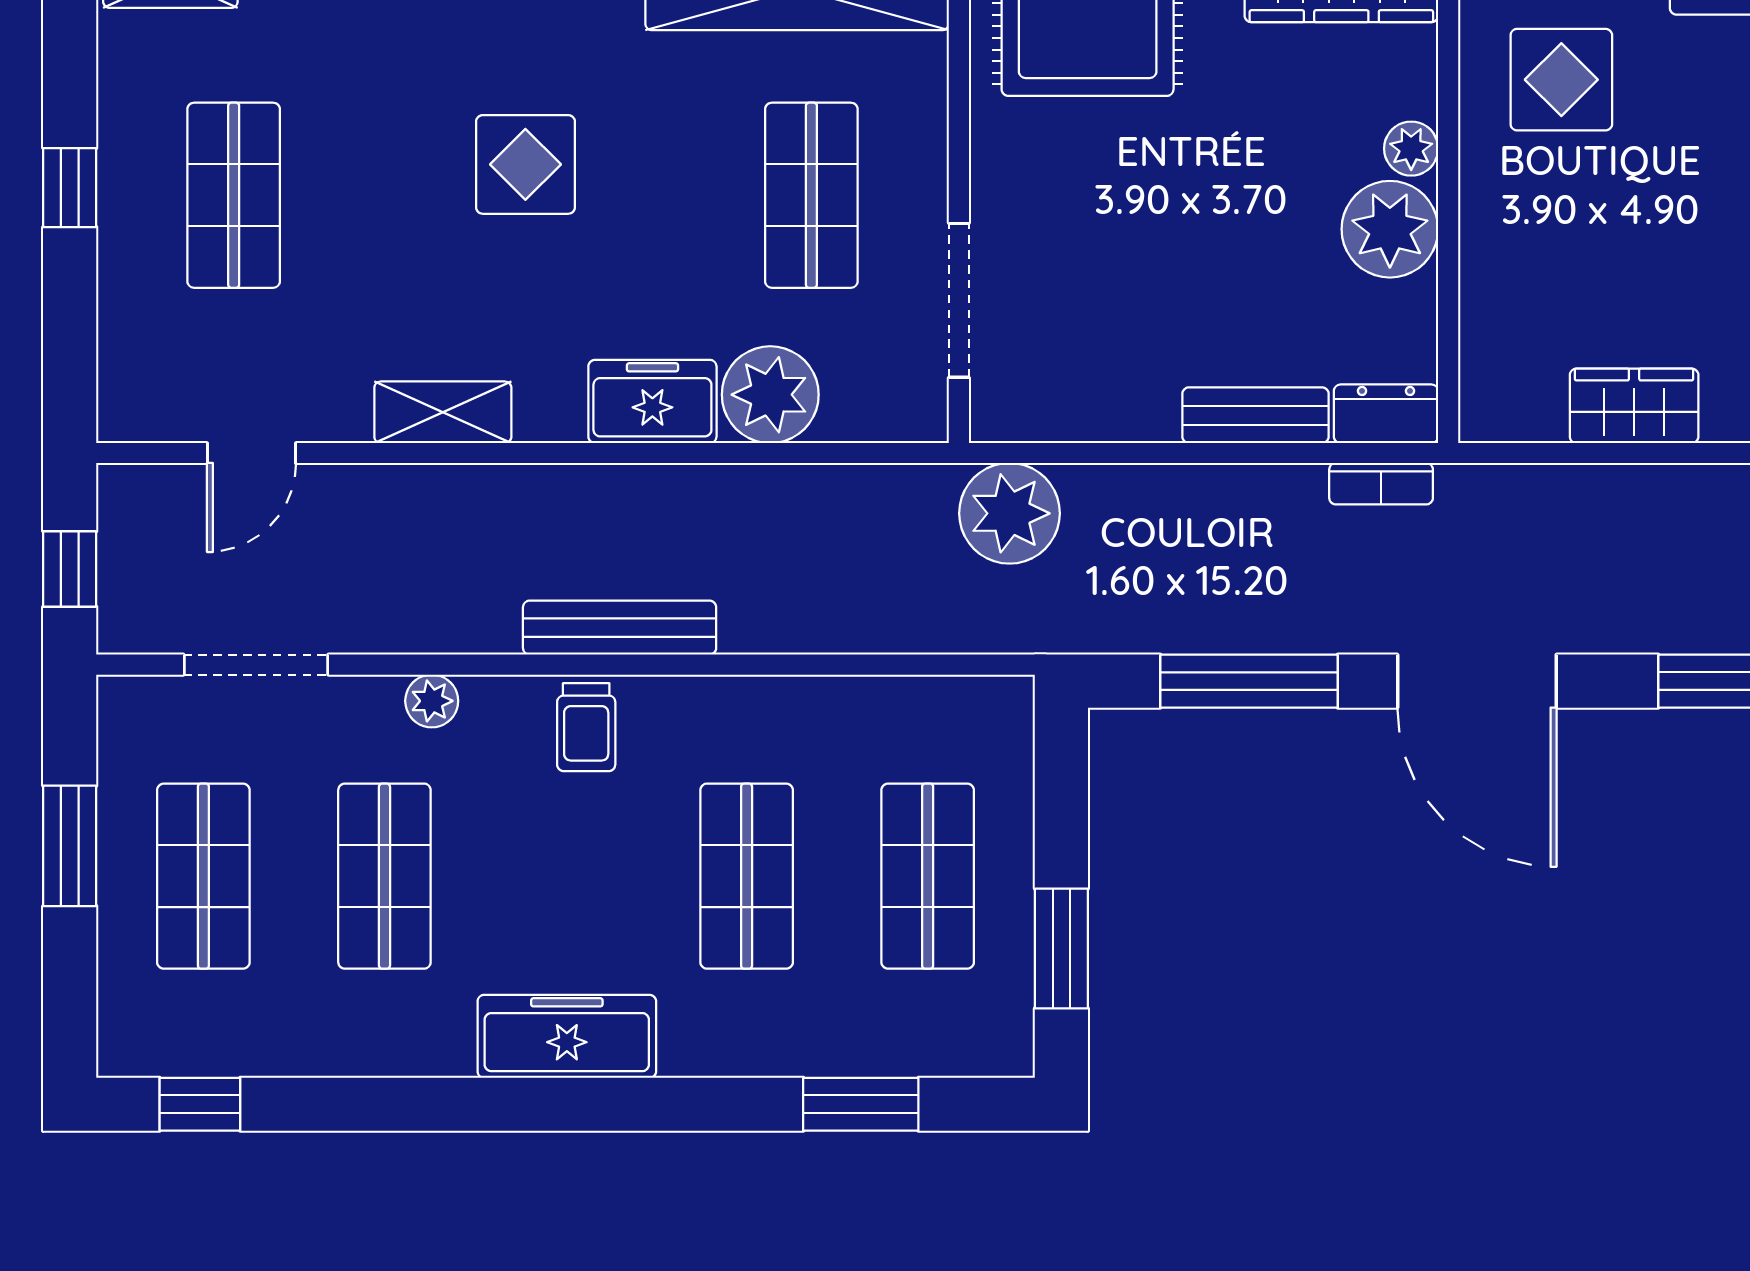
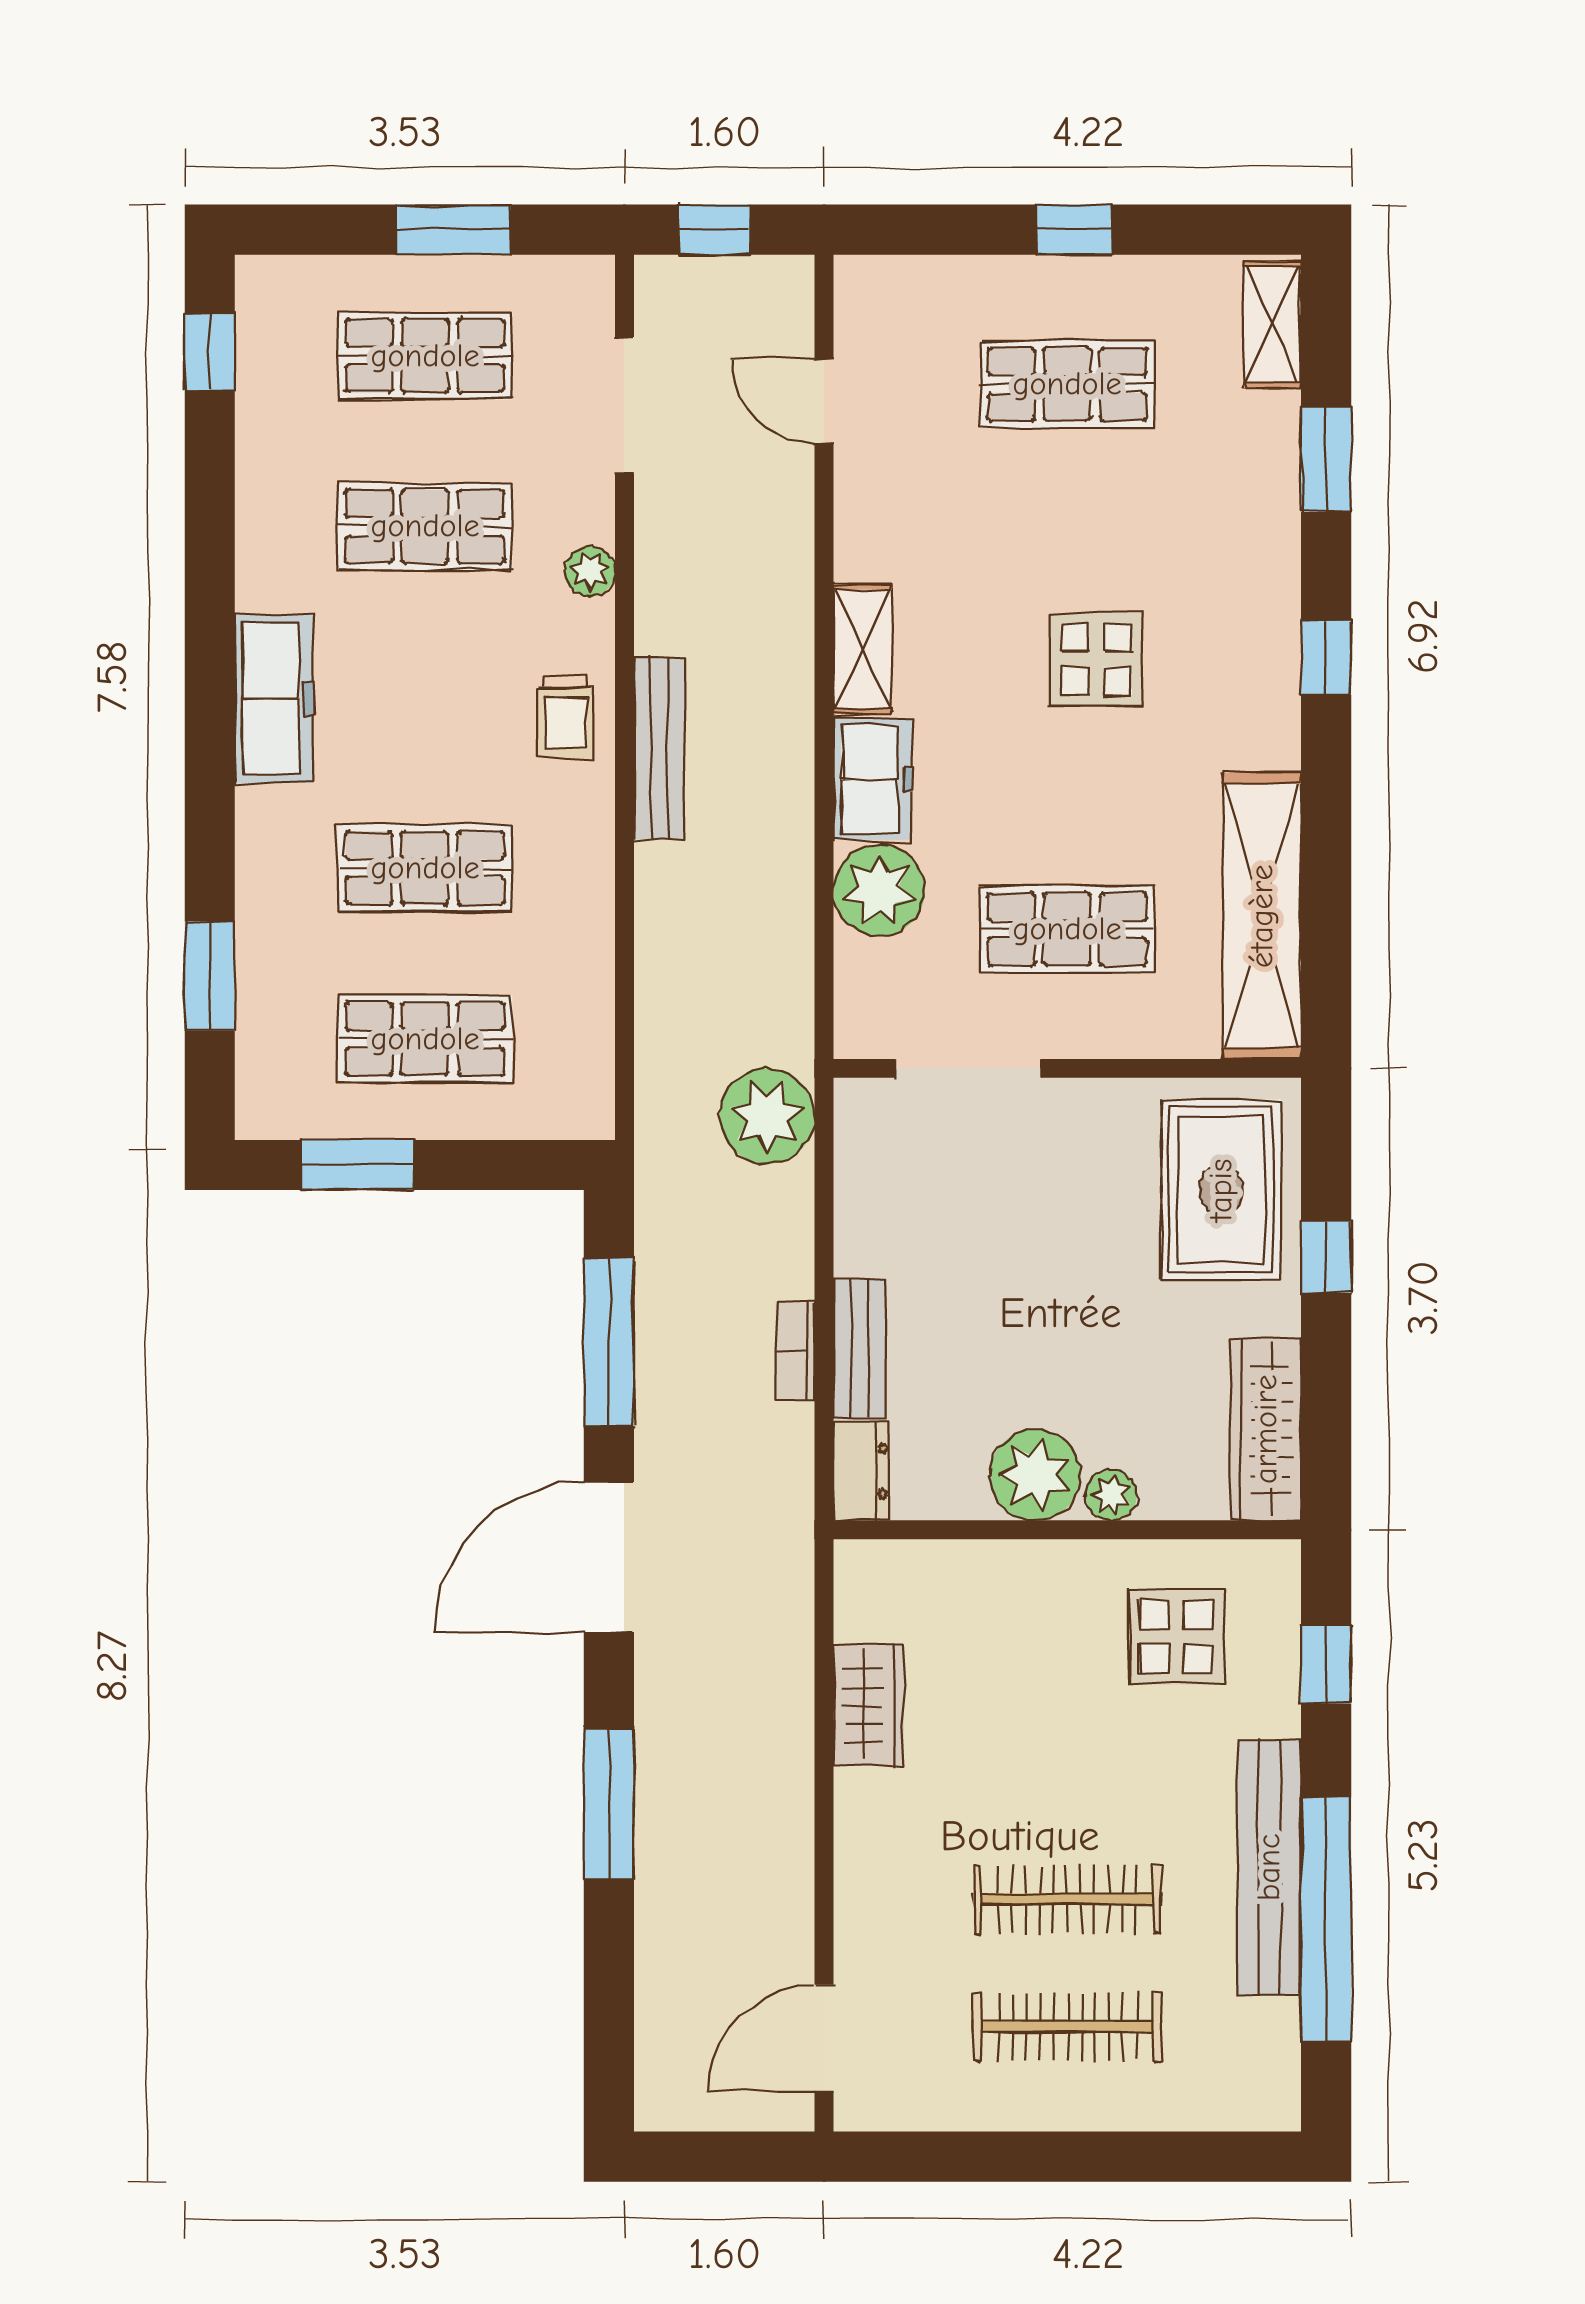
shelving: (443, 412) -> (863, 649), moved
bookcase: (1381, 484) -> (795, 1351), moved
trolley: (586, 727) -> (565, 717), turned -90

